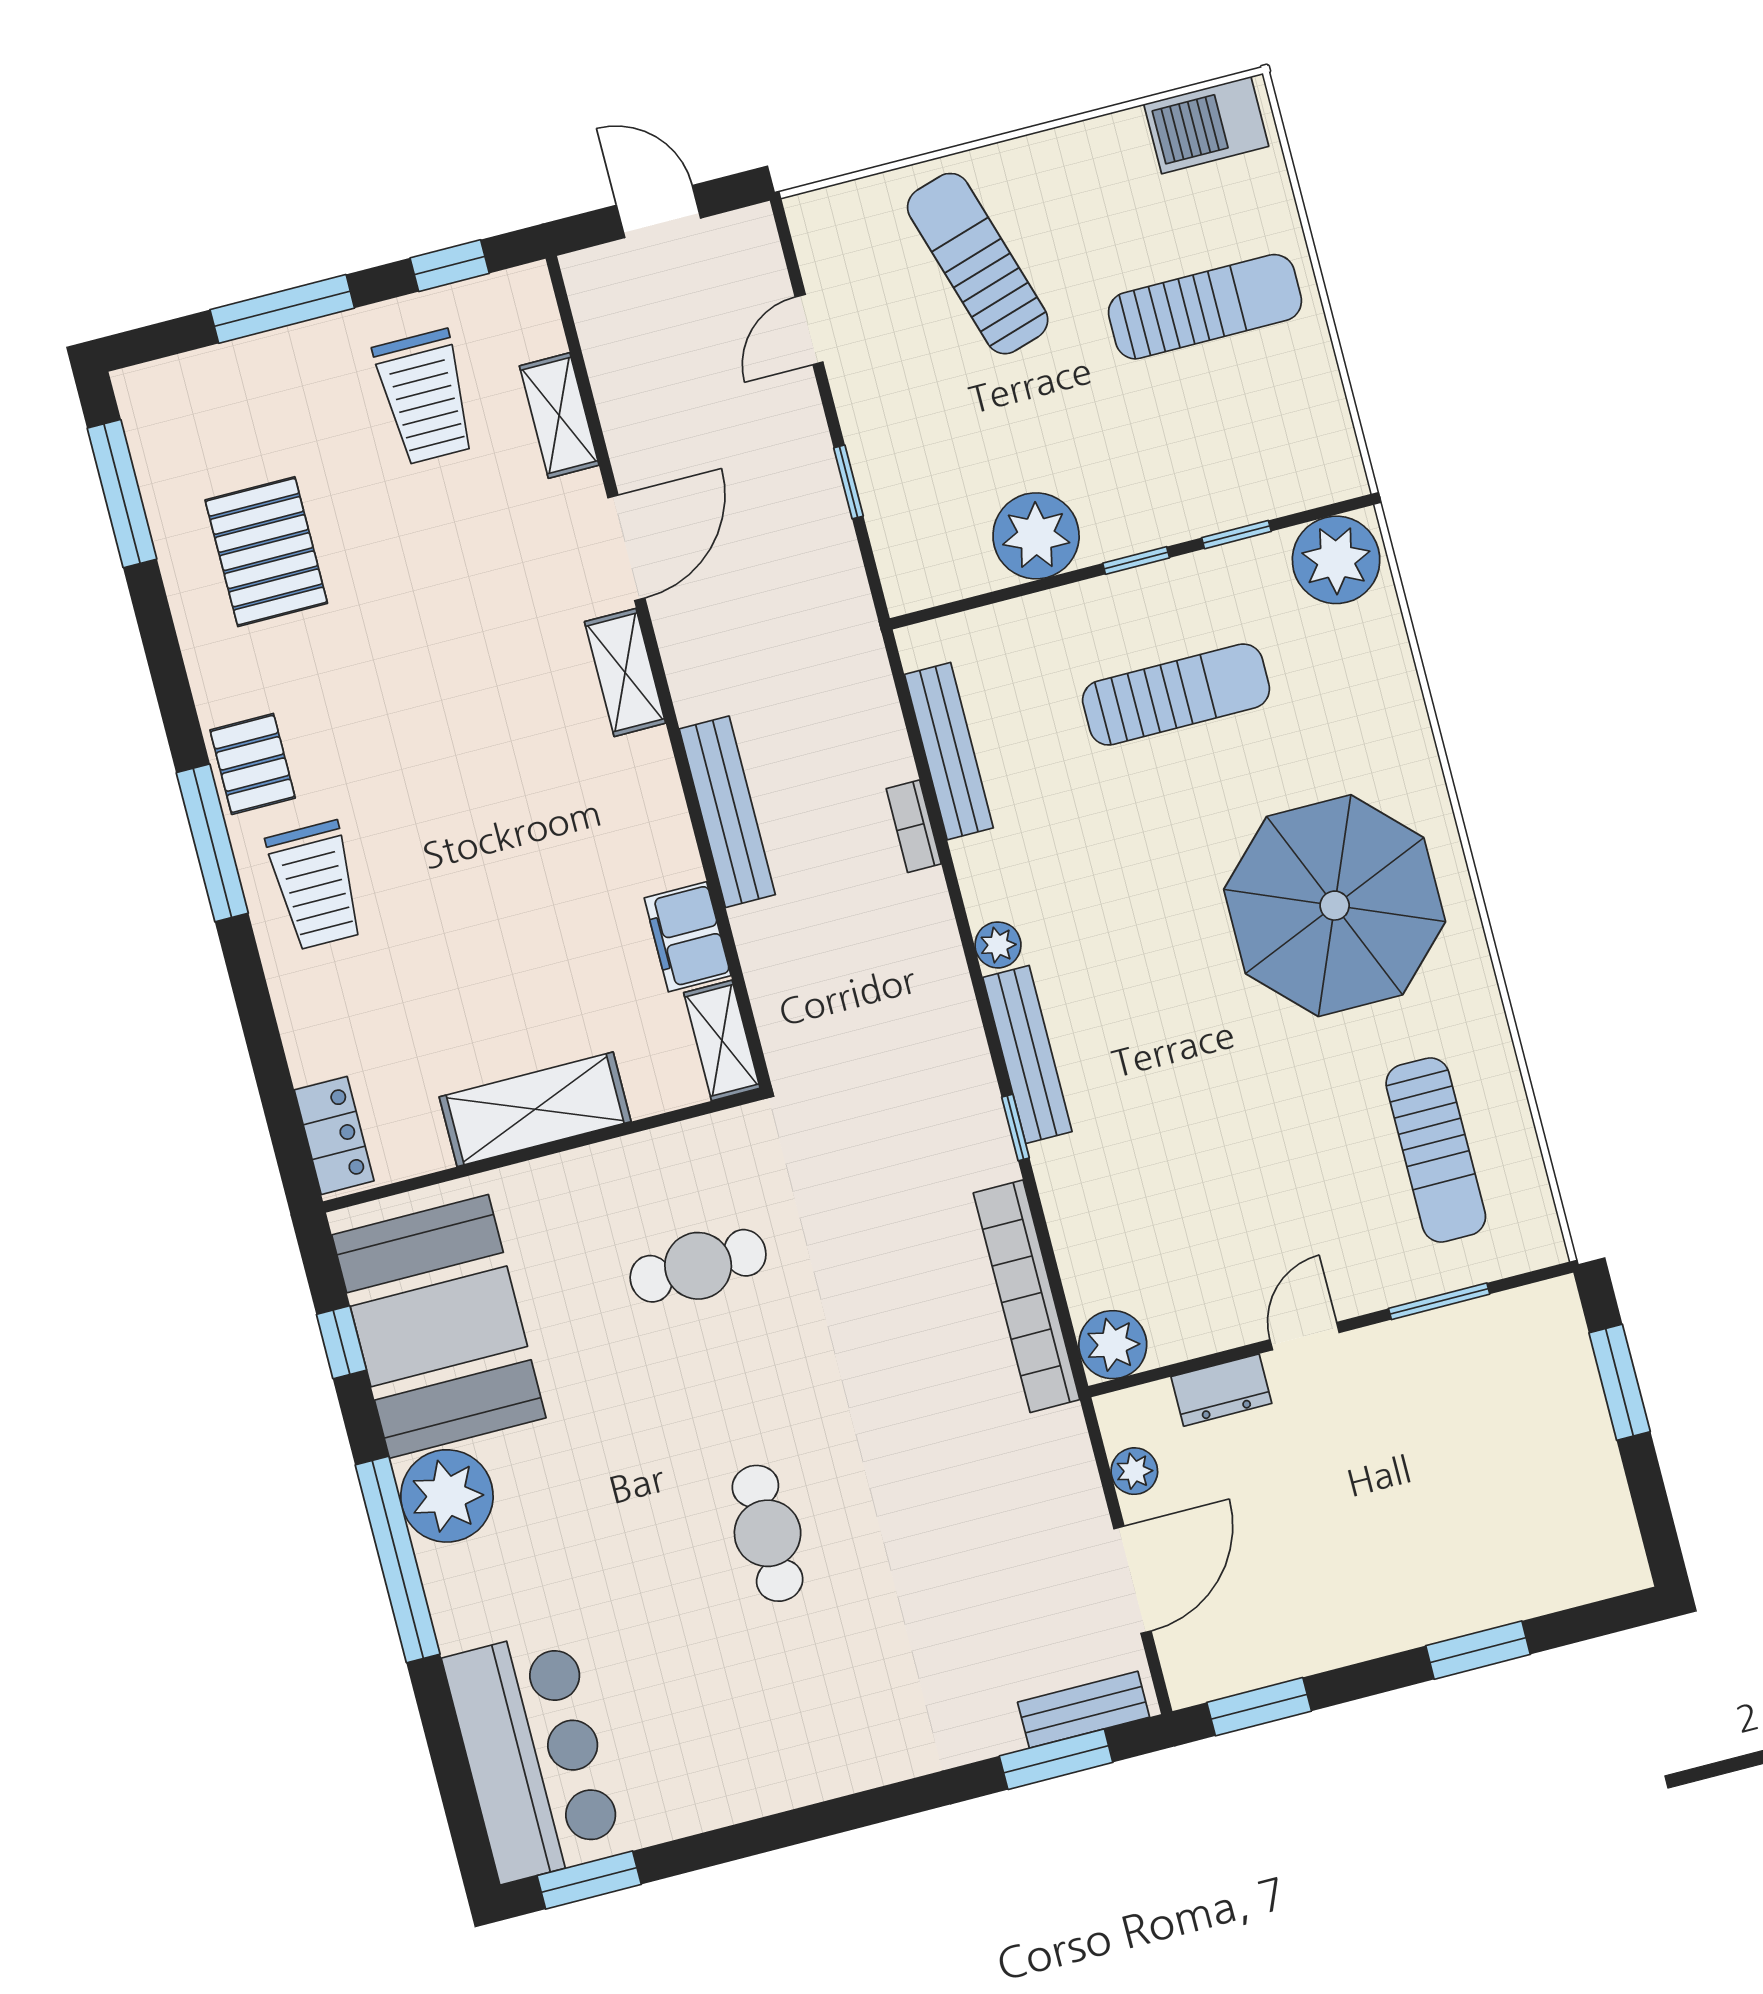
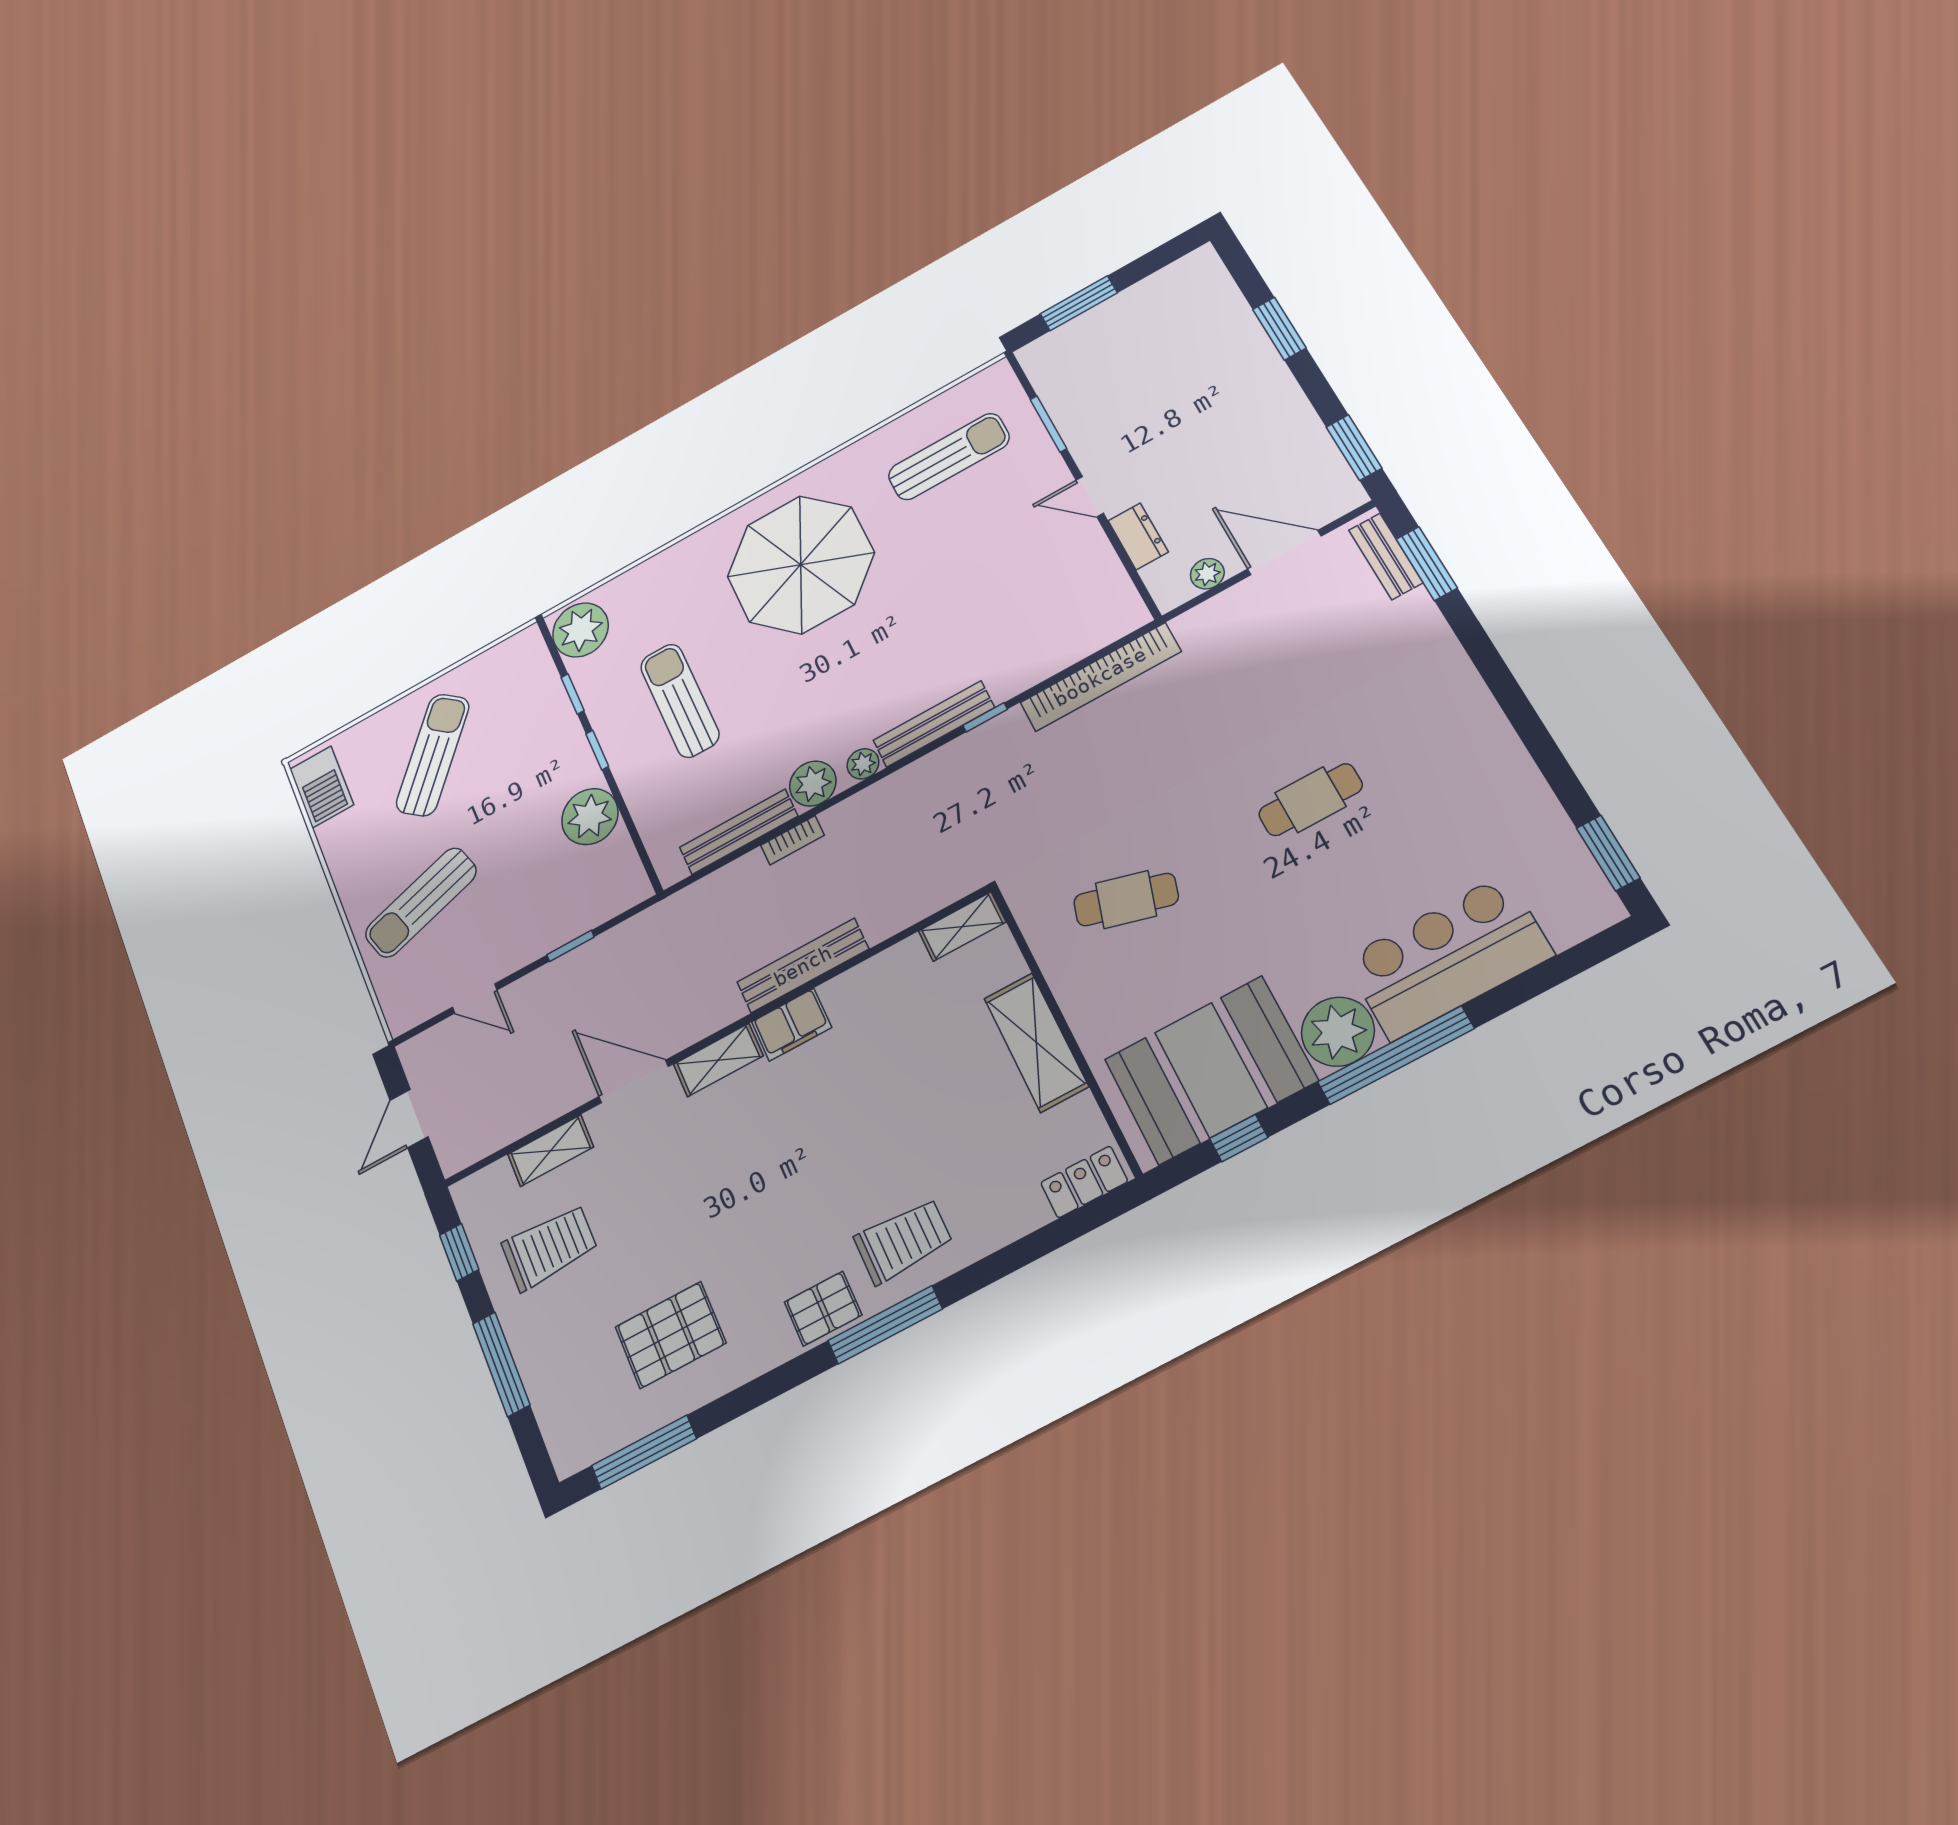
sun lounger: (1205, 307) -> (433, 755), turned 40
filing cabinet: (688, 937) -> (792, 1025), moved
cafe table: (698, 1266) -> (1126, 900), turned -73
plant: (1113, 1345) -> (813, 784), moved
bar counter: (534, 1755) -> (1448, 957), moved

